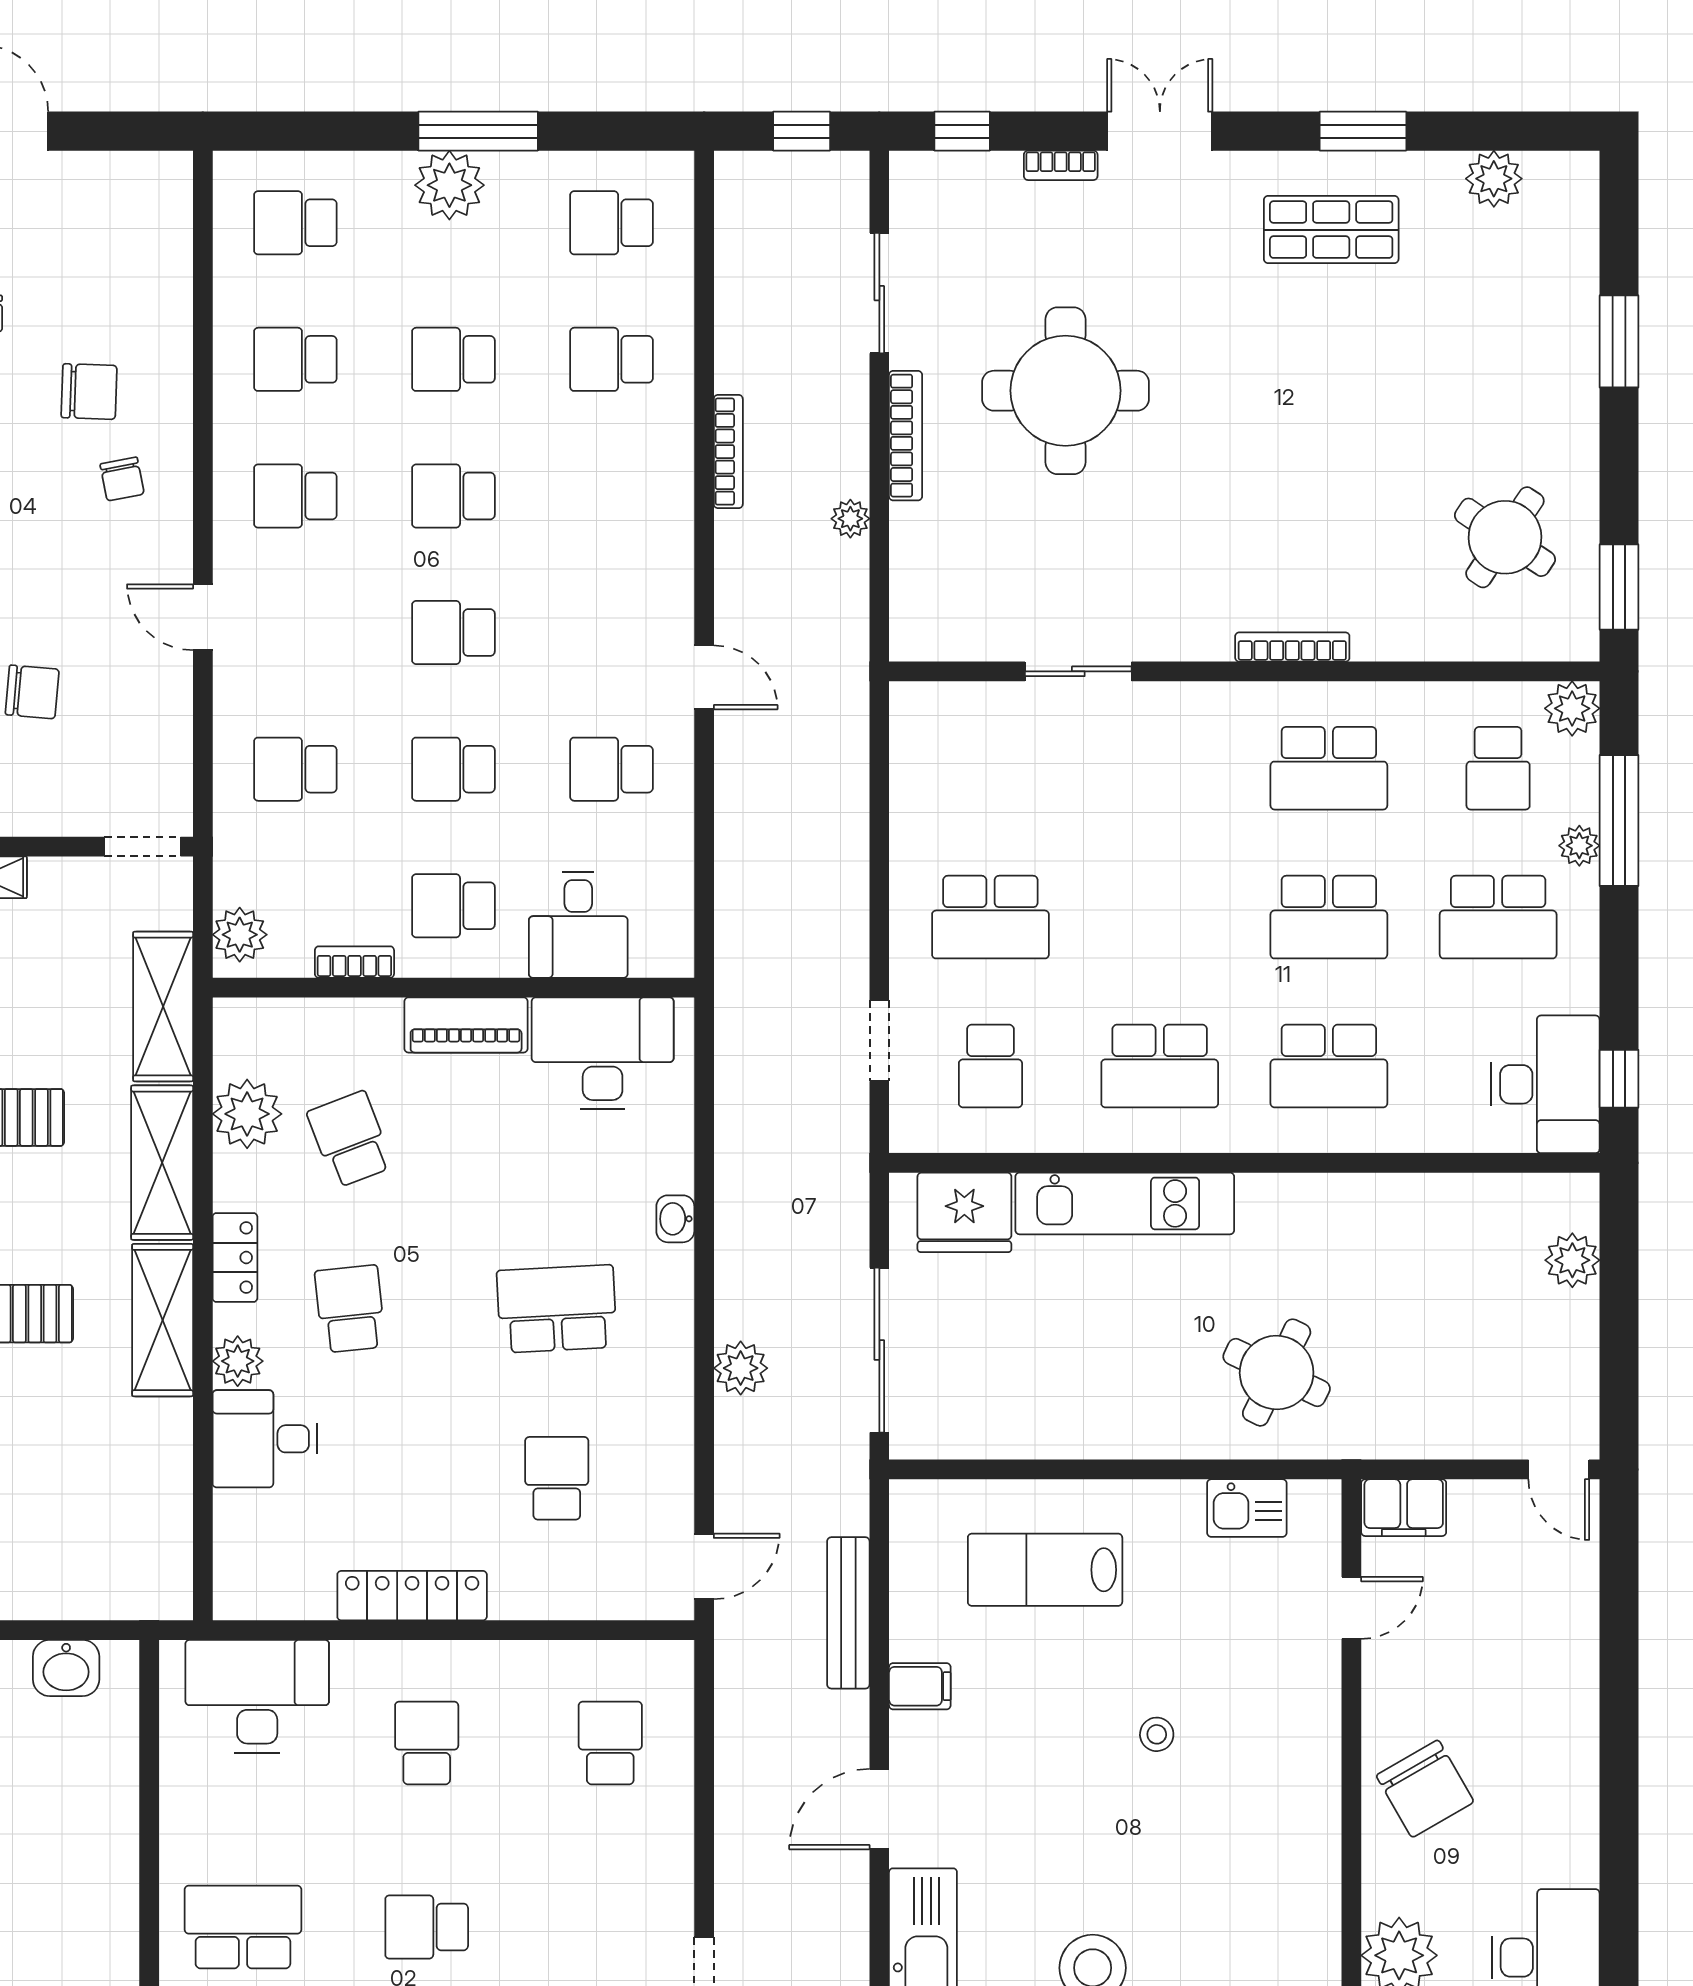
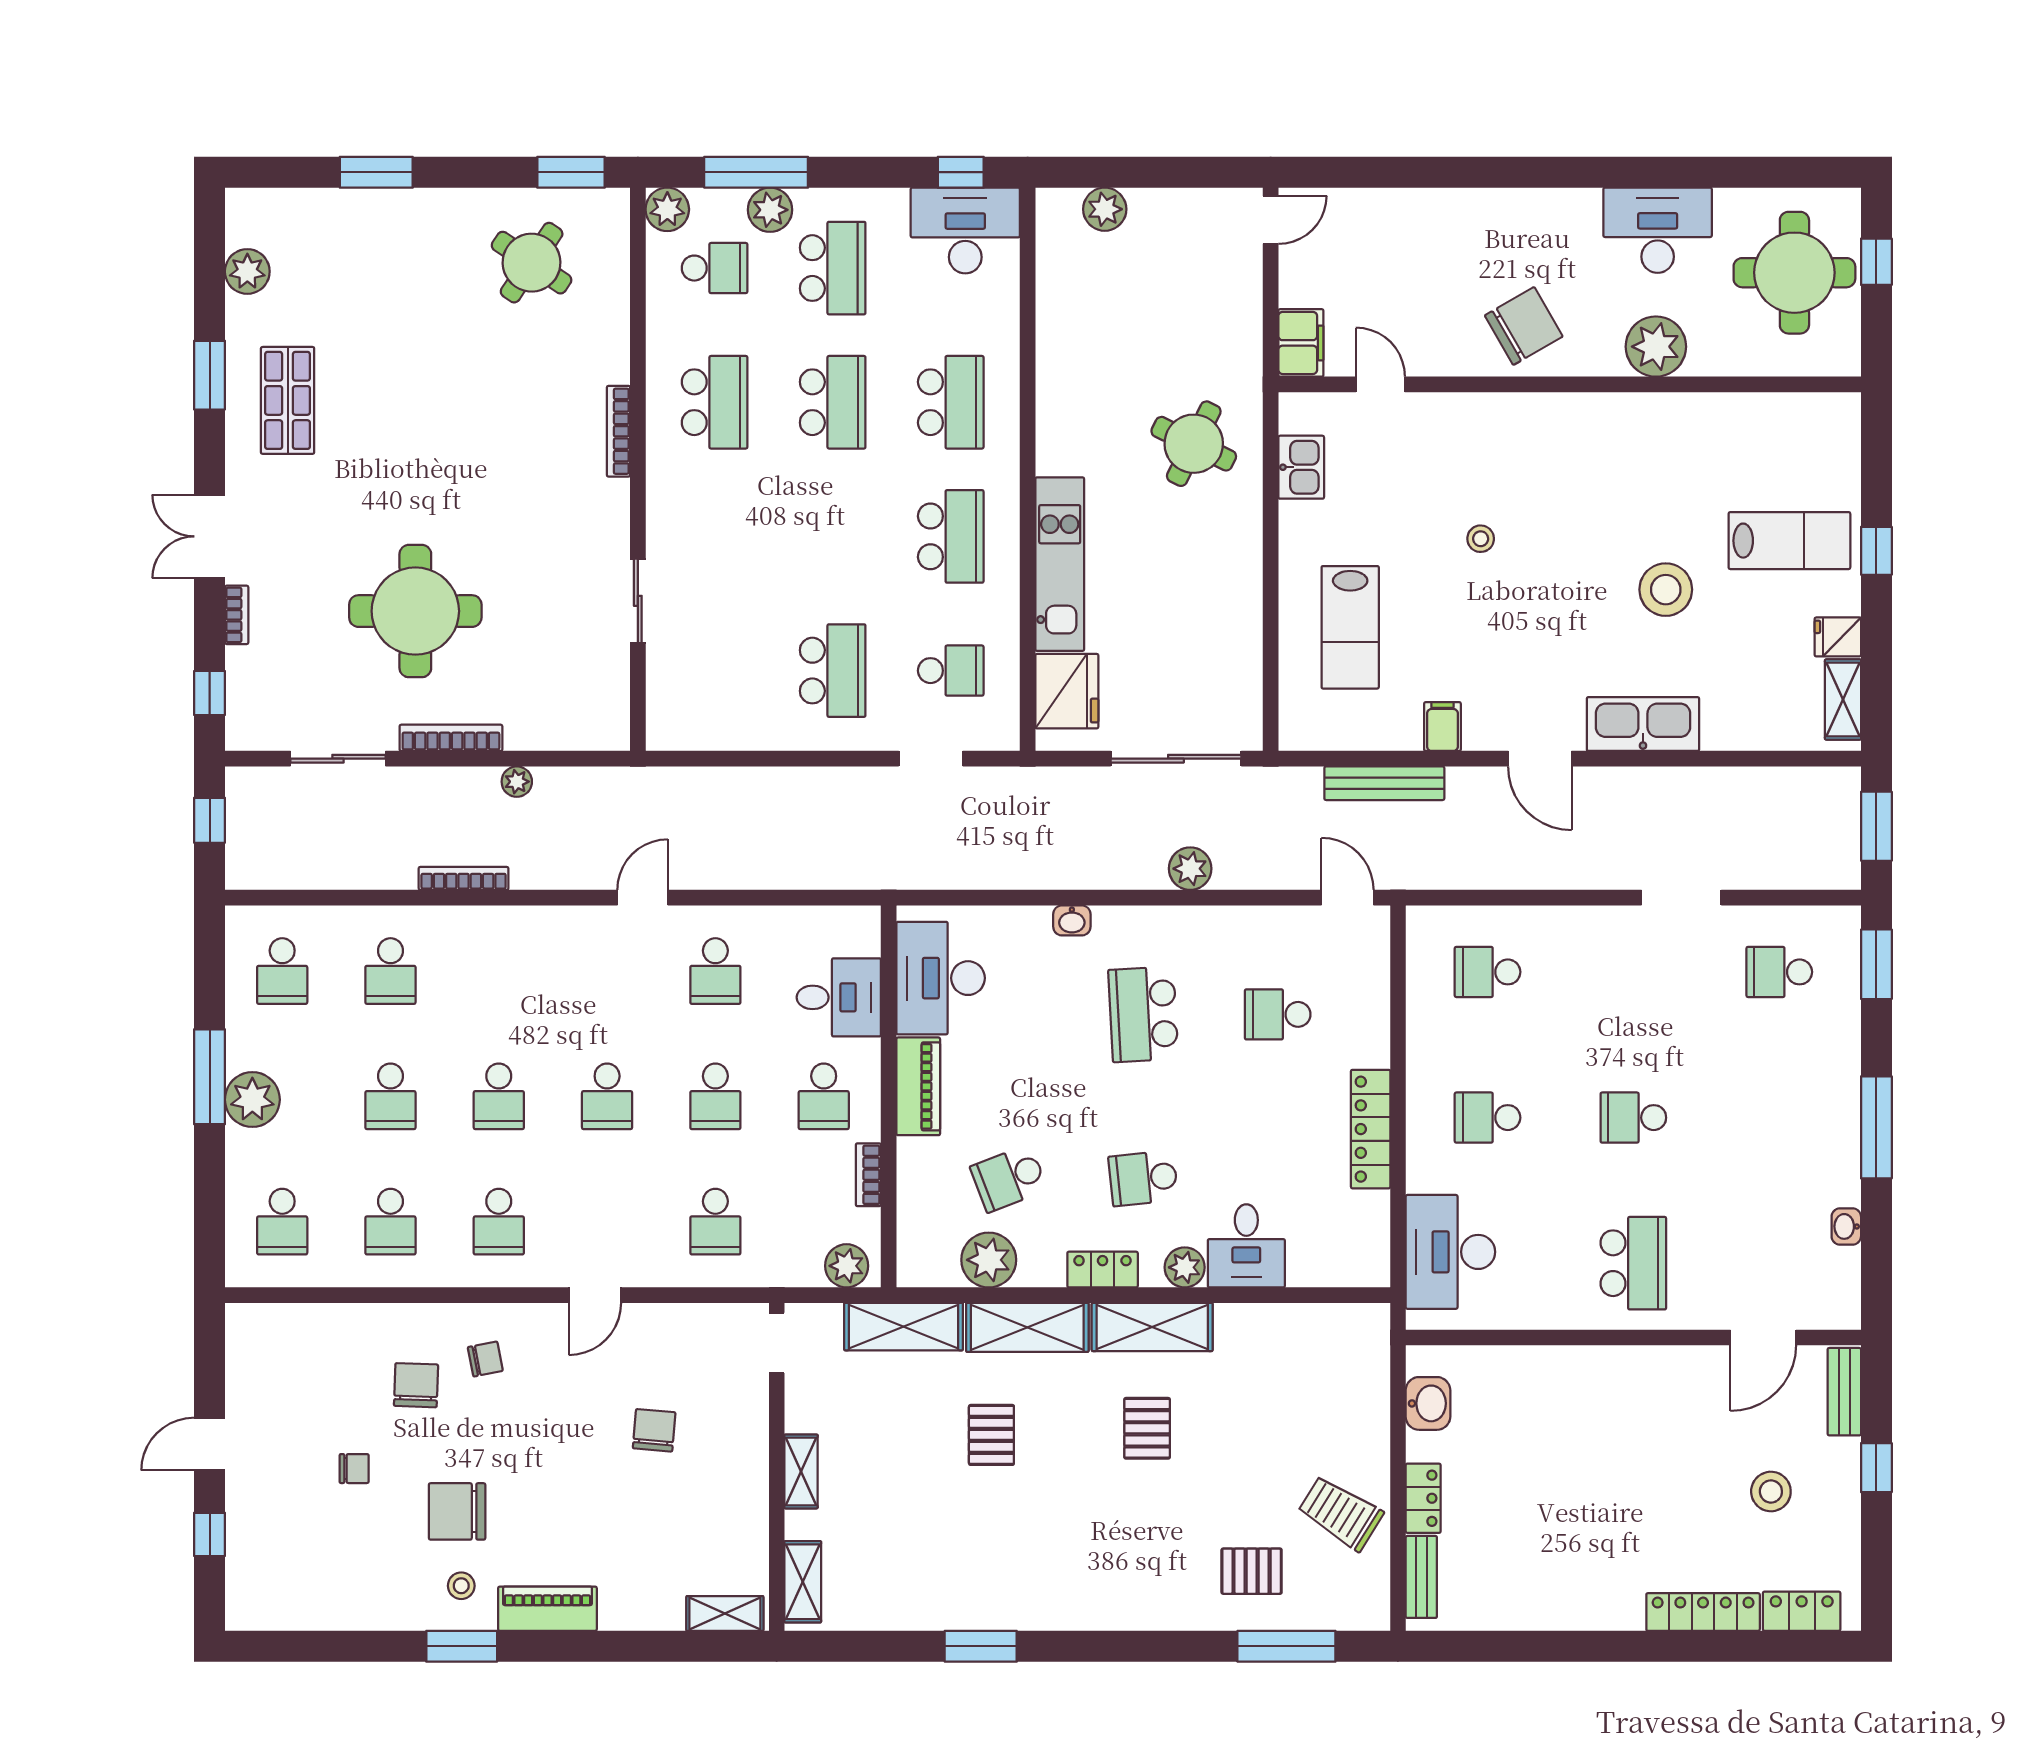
plant: (1579, 846) -> (770, 210), width x1.38, depth x1.38
school desk: (243, 1927) -> (1633, 1263), turned 180
school desk: (427, 1927) -> (1633, 1118), turned 90

